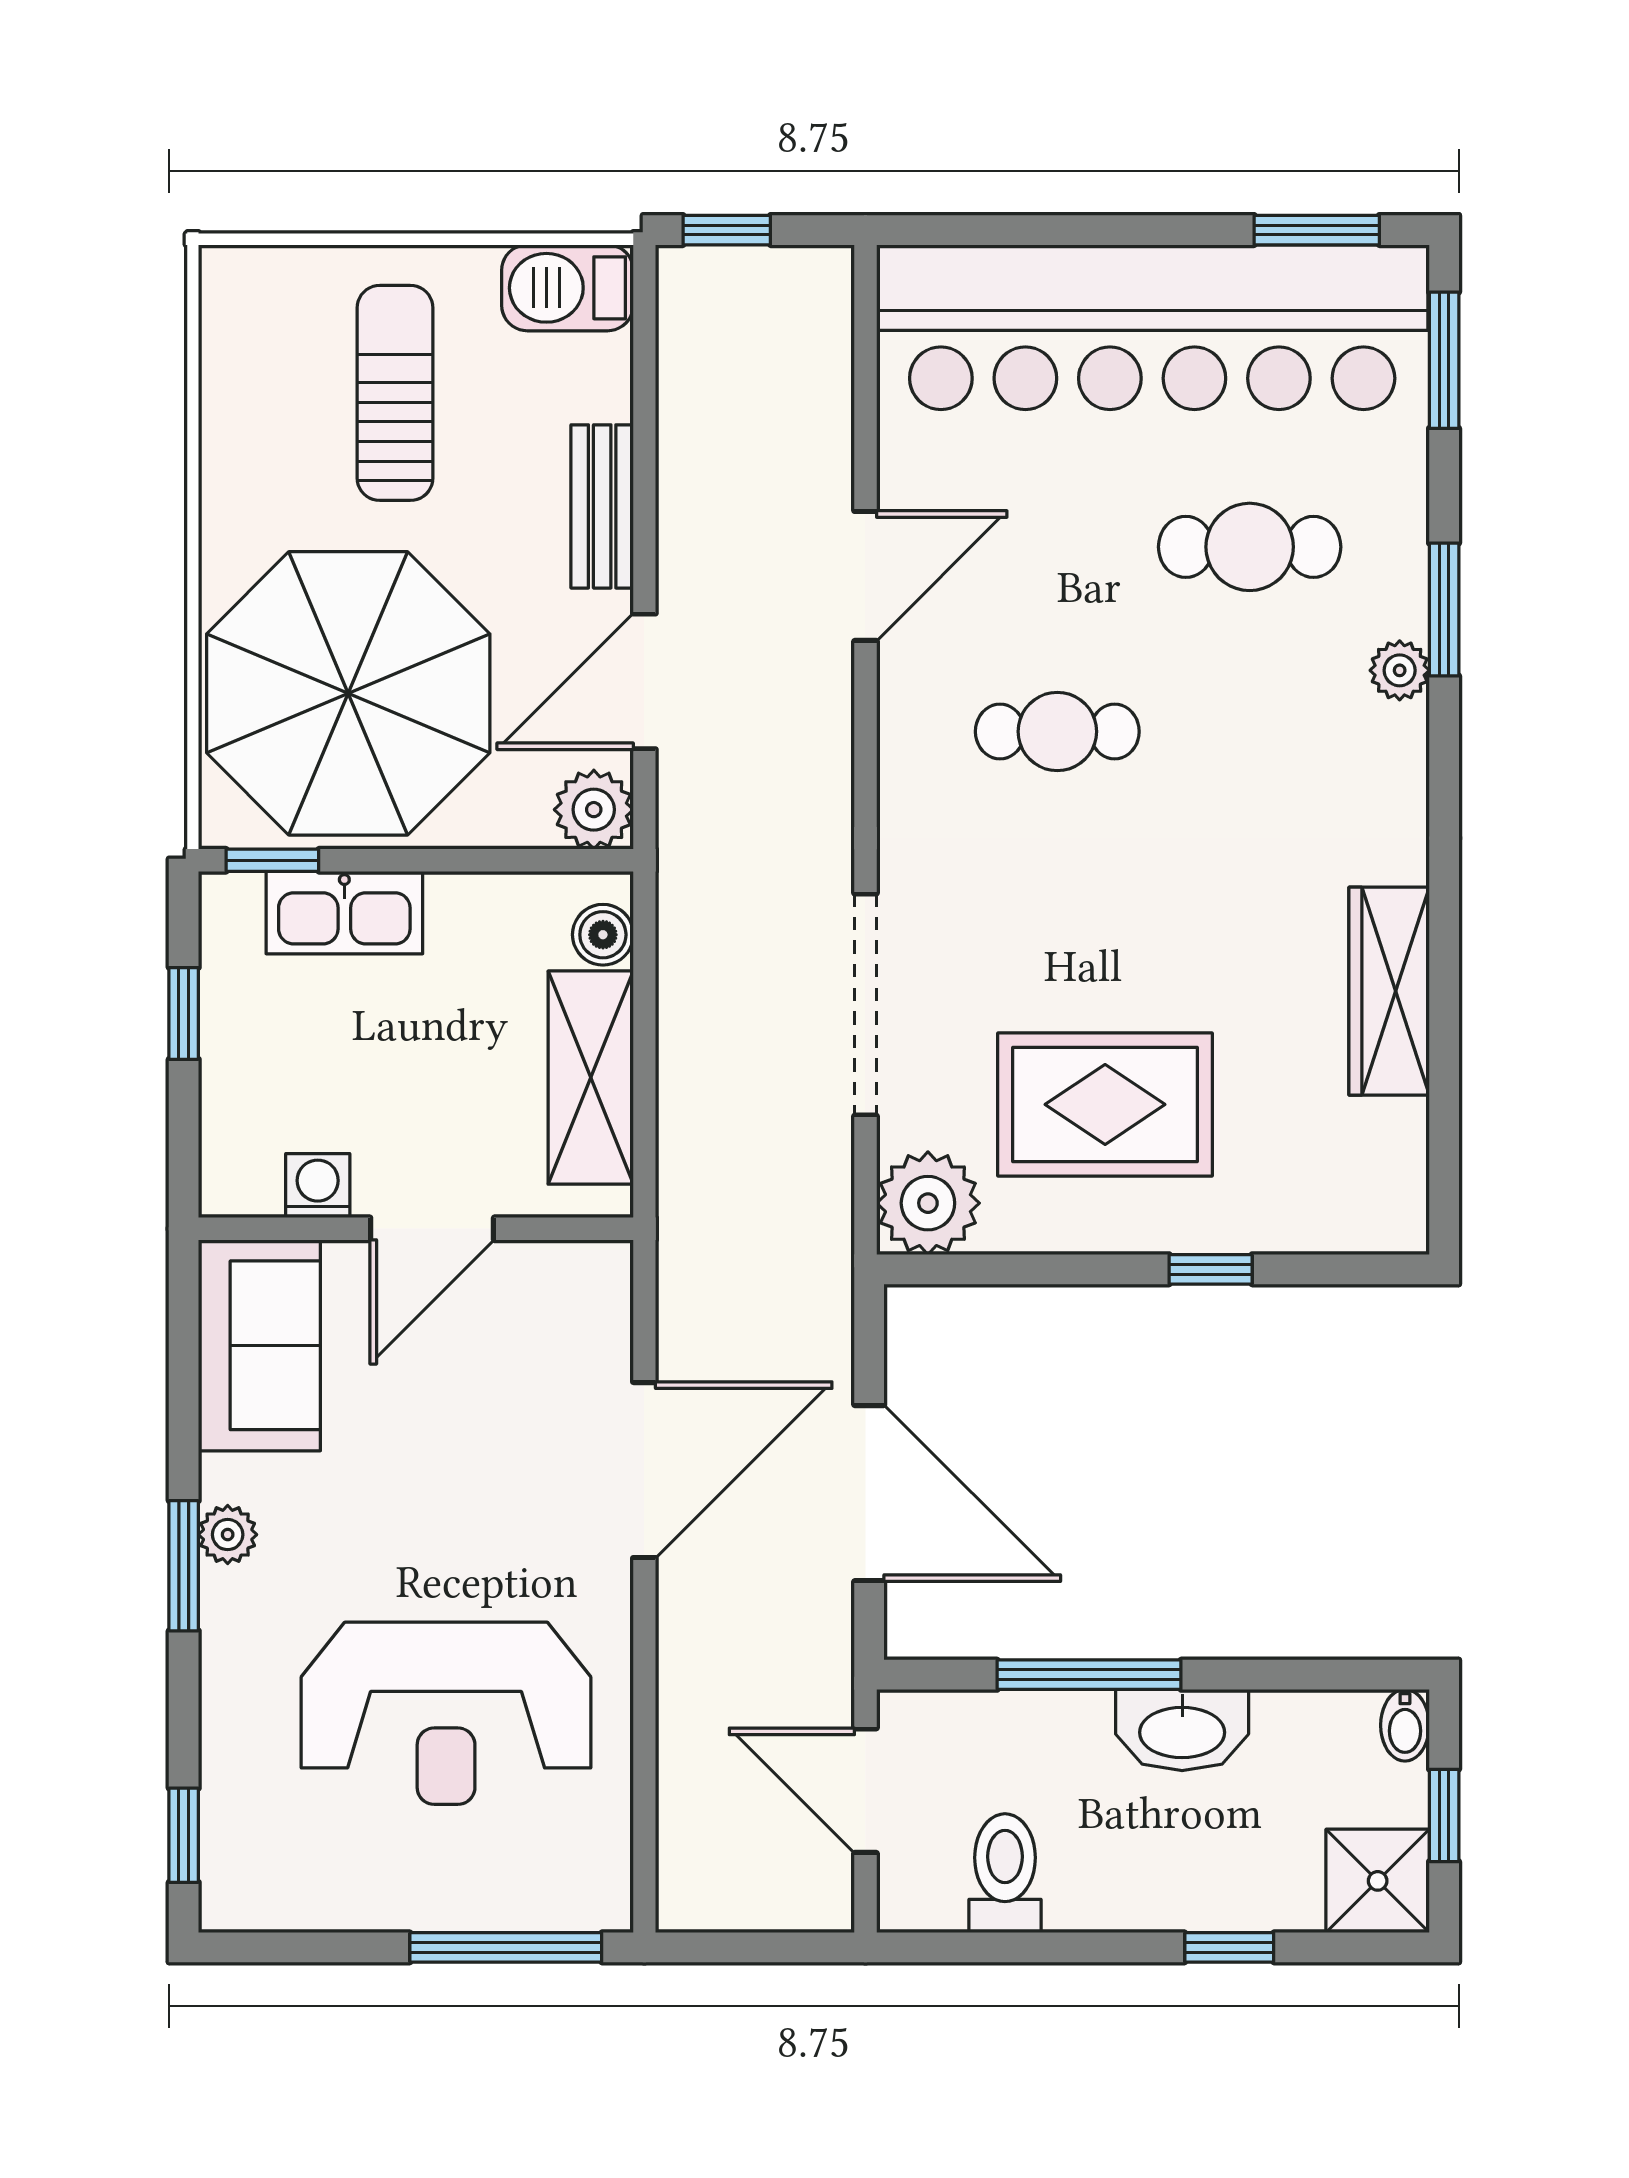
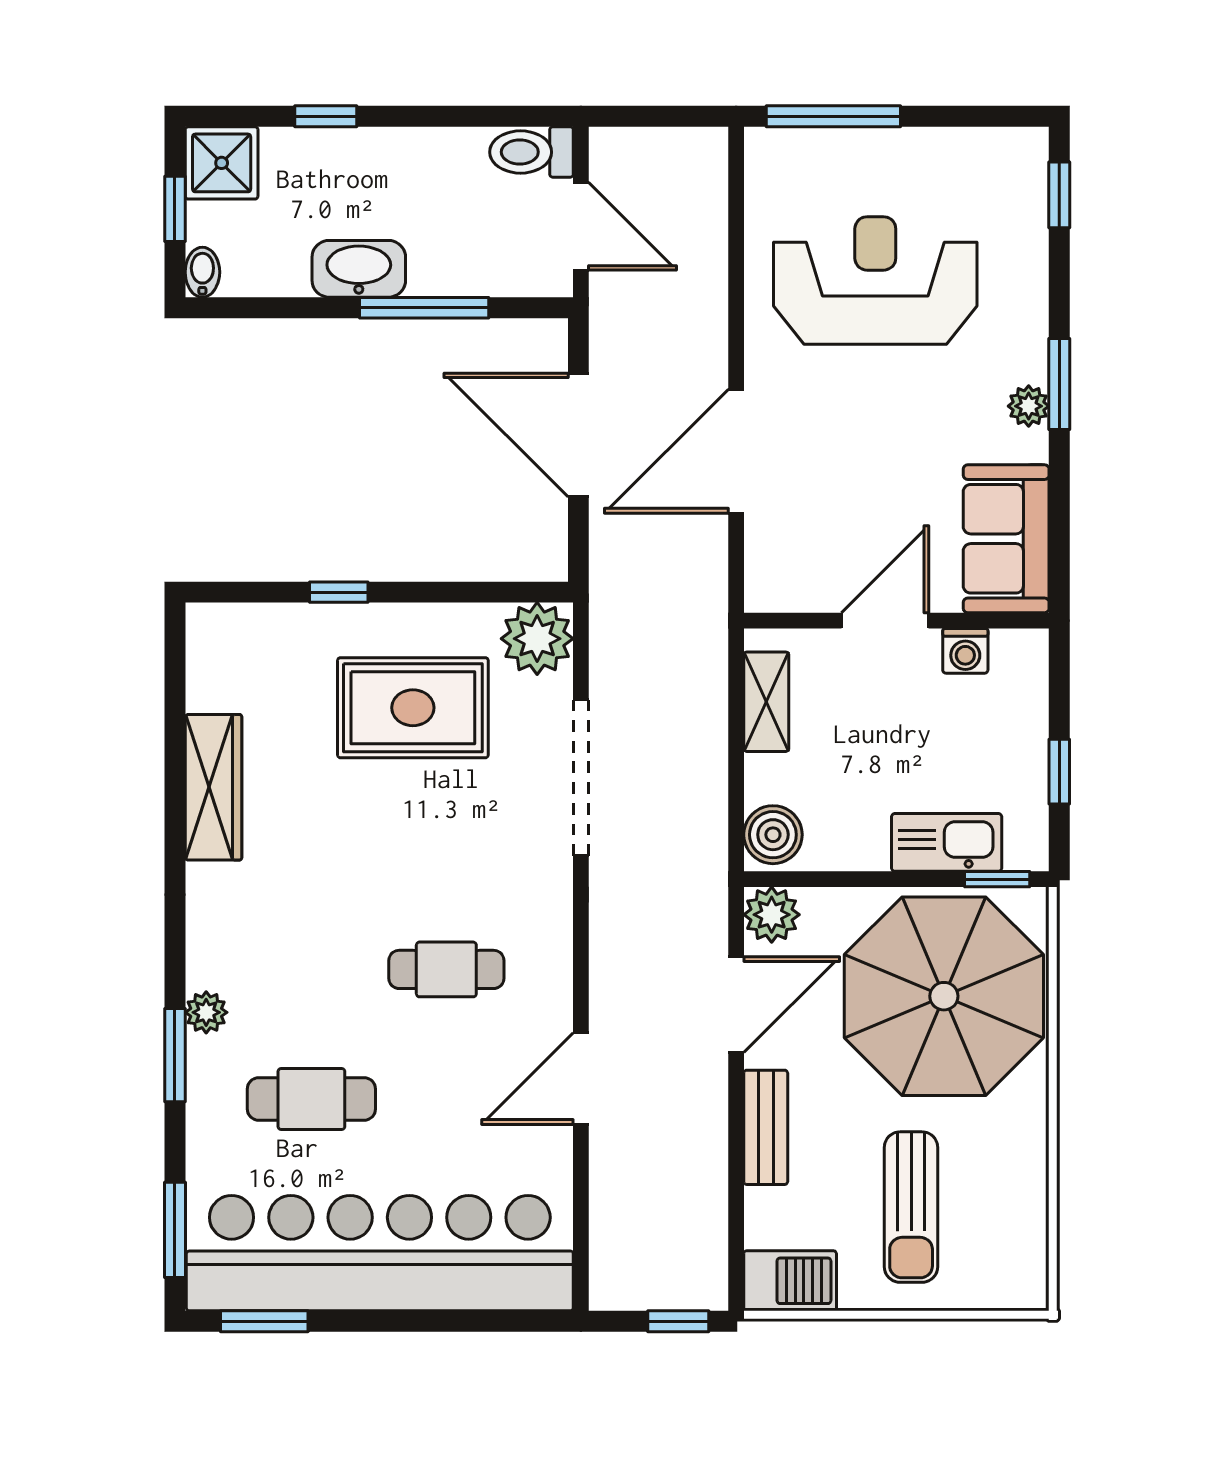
boiler: (603, 935) -> (773, 835), width x1.36, depth x1.36
shelving: (591, 1078) -> (766, 702), width x0.67, depth x0.75
toilet: (1005, 1873) -> (531, 152), moved, turned 90

